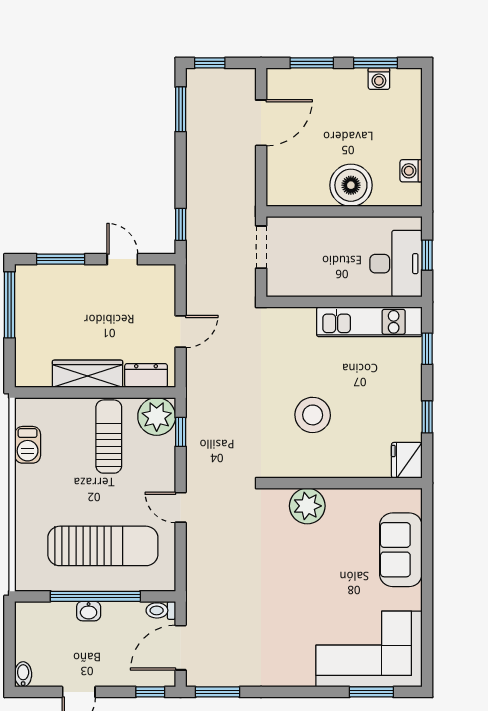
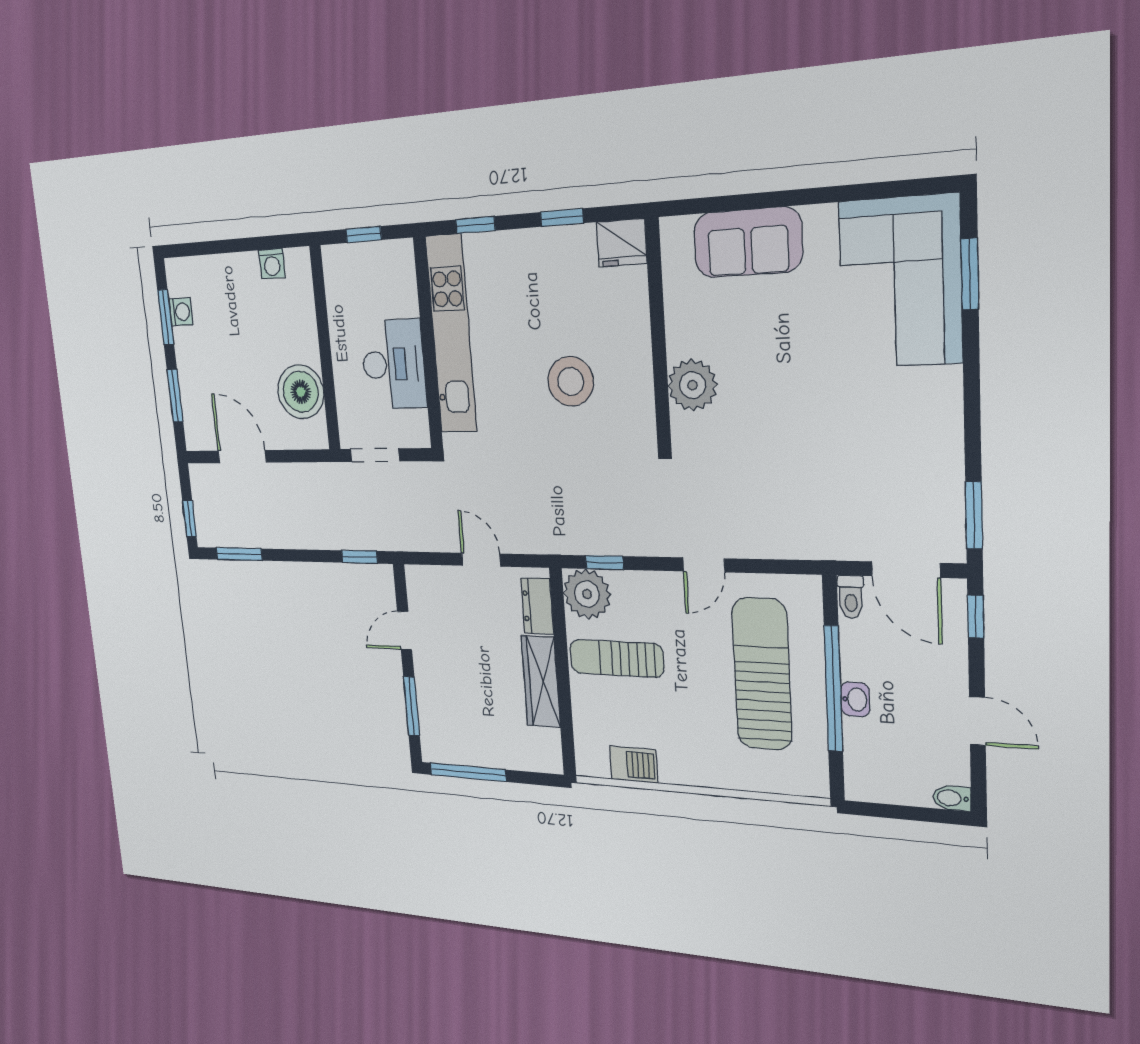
boiler: (351, 185) -> (301, 392), moved
desk: (396, 264) -> (394, 364), moved, turned 90
kitchen unit: (369, 322) -> (451, 334), width x1.36

